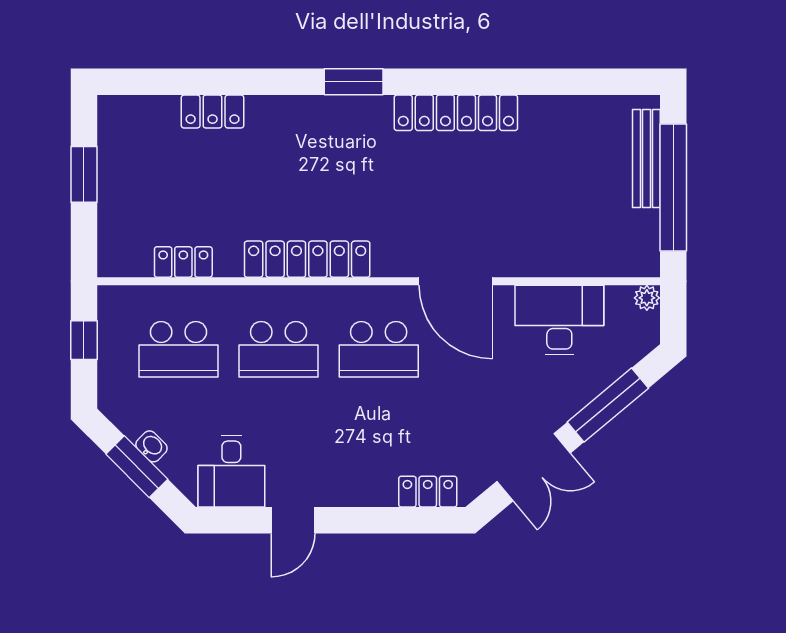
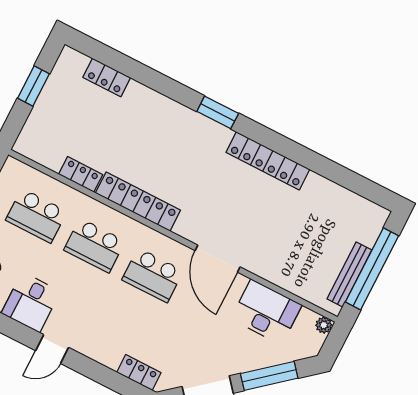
locker: (213, 111) -> (107, 77), moved
bench: (646, 159) -> (349, 274), moved
locker: (183, 262) -> (81, 174), moved

